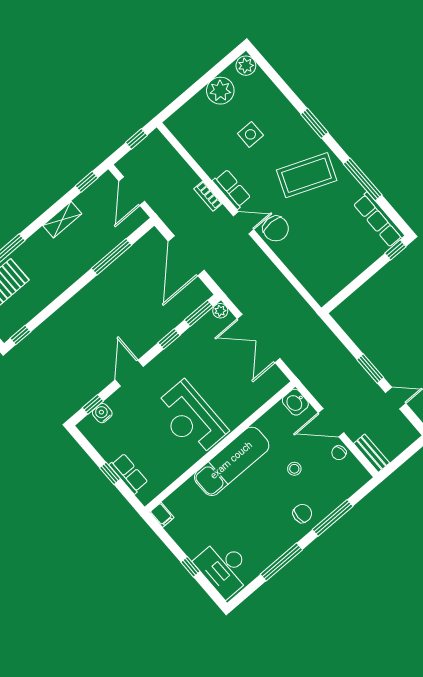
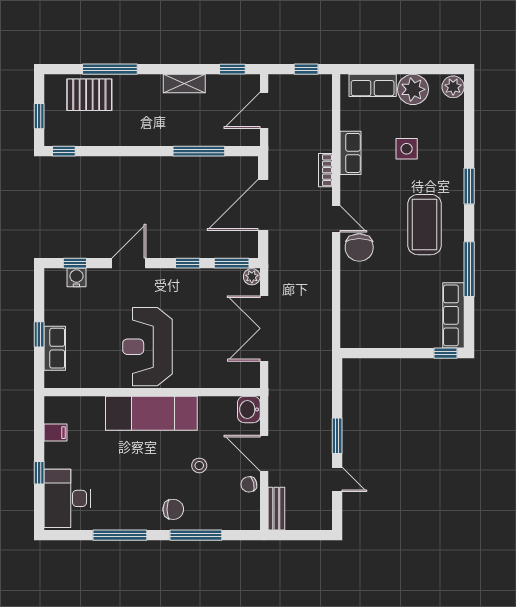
row of seats: (191, 111) -> (373, 85), added
coffee table: (307, 175) -> (424, 225), turned 68
row of seats: (232, 189) -> (350, 153), moved
filing cabinet: (162, 515) -> (56, 433), moved, turned -90

